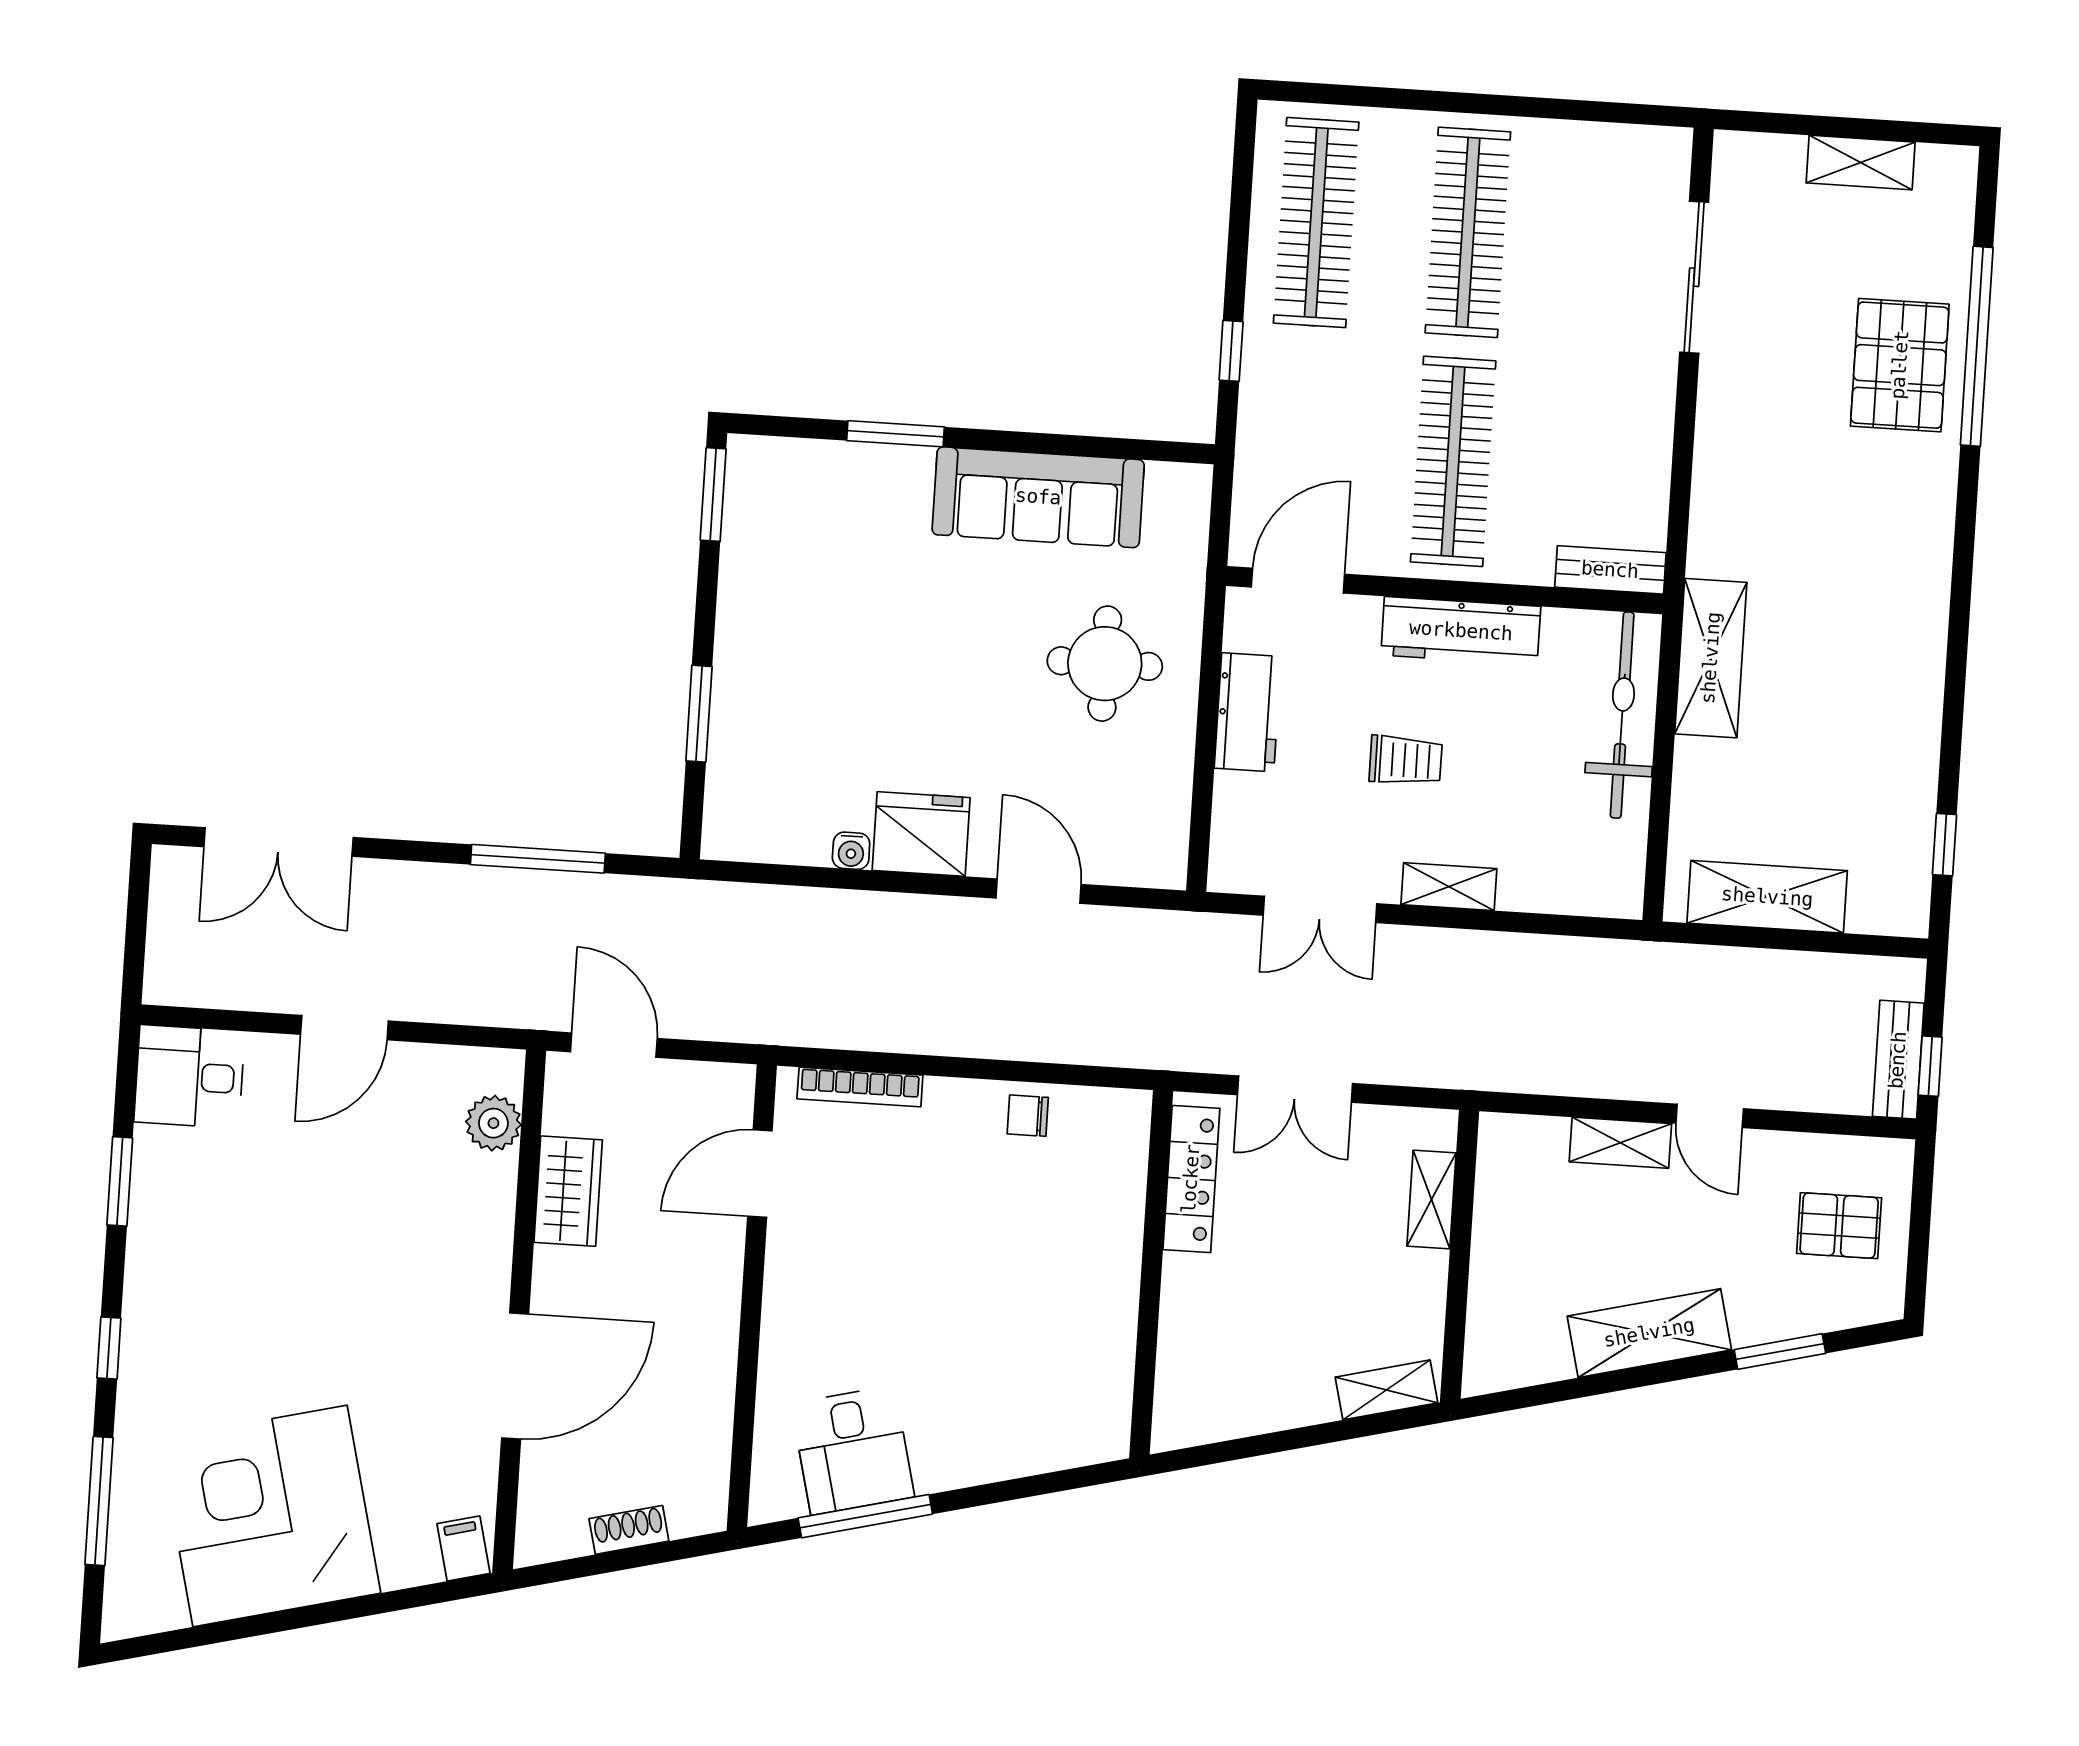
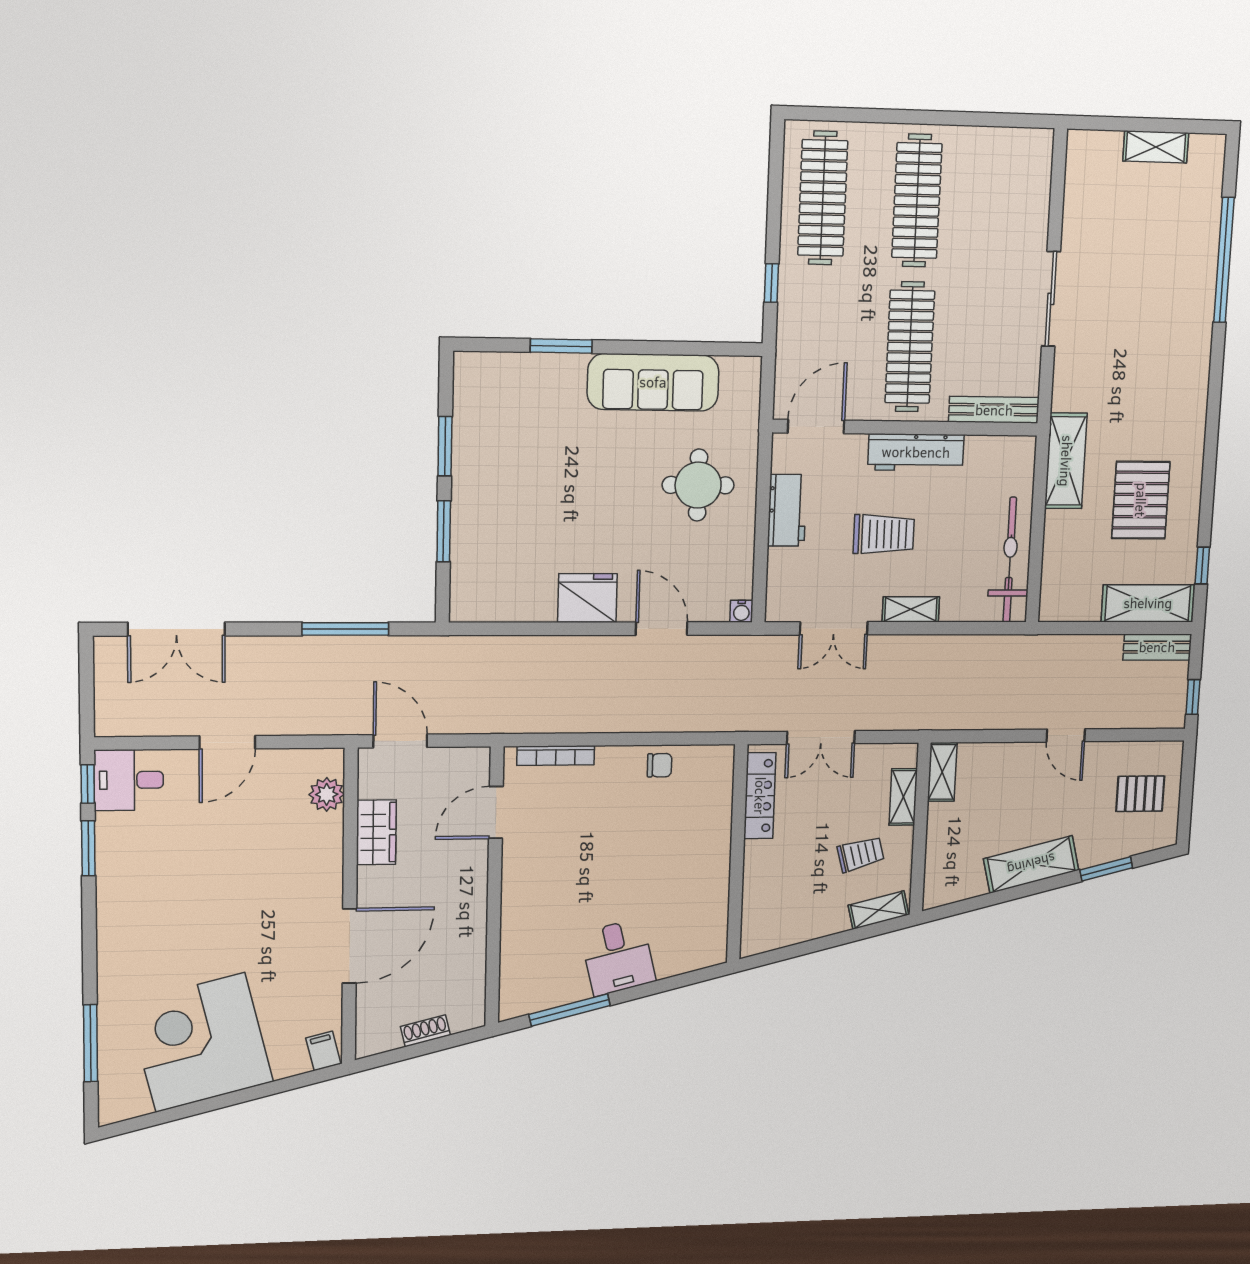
sliding door: (1694, 277) -> (1051, 299), moved
pallet: (1900, 365) -> (1141, 500), moved
window: (713, 495) -> (445, 446), moved
bench: (1610, 570) -> (994, 410), width x1.36
bicycle: (1622, 715) -> (1010, 560), moved
trolley: (1406, 760) -> (884, 534), width x1.36, depth x1.39
water cooler: (851, 851) -> (741, 611), moved
shelving: (1767, 897) -> (1148, 603), moved
bench: (1898, 1060) -> (1157, 647), moved, turned 90
chair: (1028, 1116) -> (660, 765), turned 180
shelving: (1620, 1143) -> (942, 772), moved, turned 90
trolley: (1358, 1292) -> (861, 854), added
window: (109, 1348) -> (88, 784), moved
desk: (853, 1450) -> (618, 957), moved

